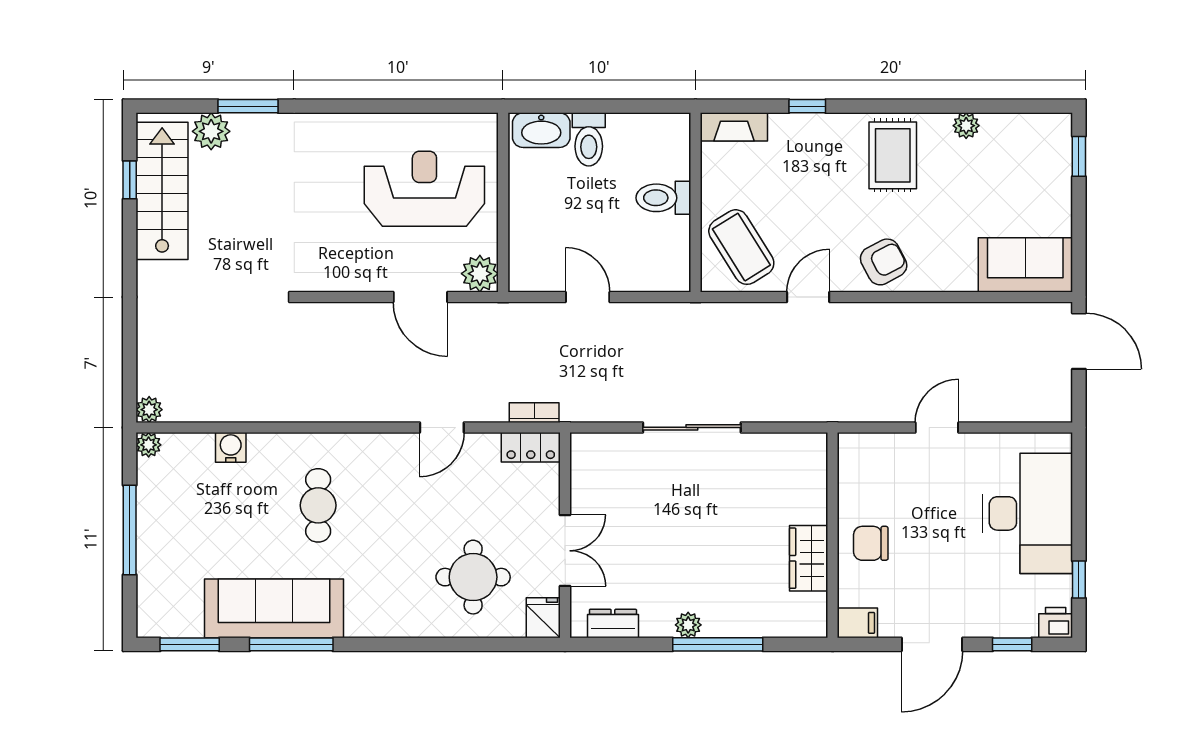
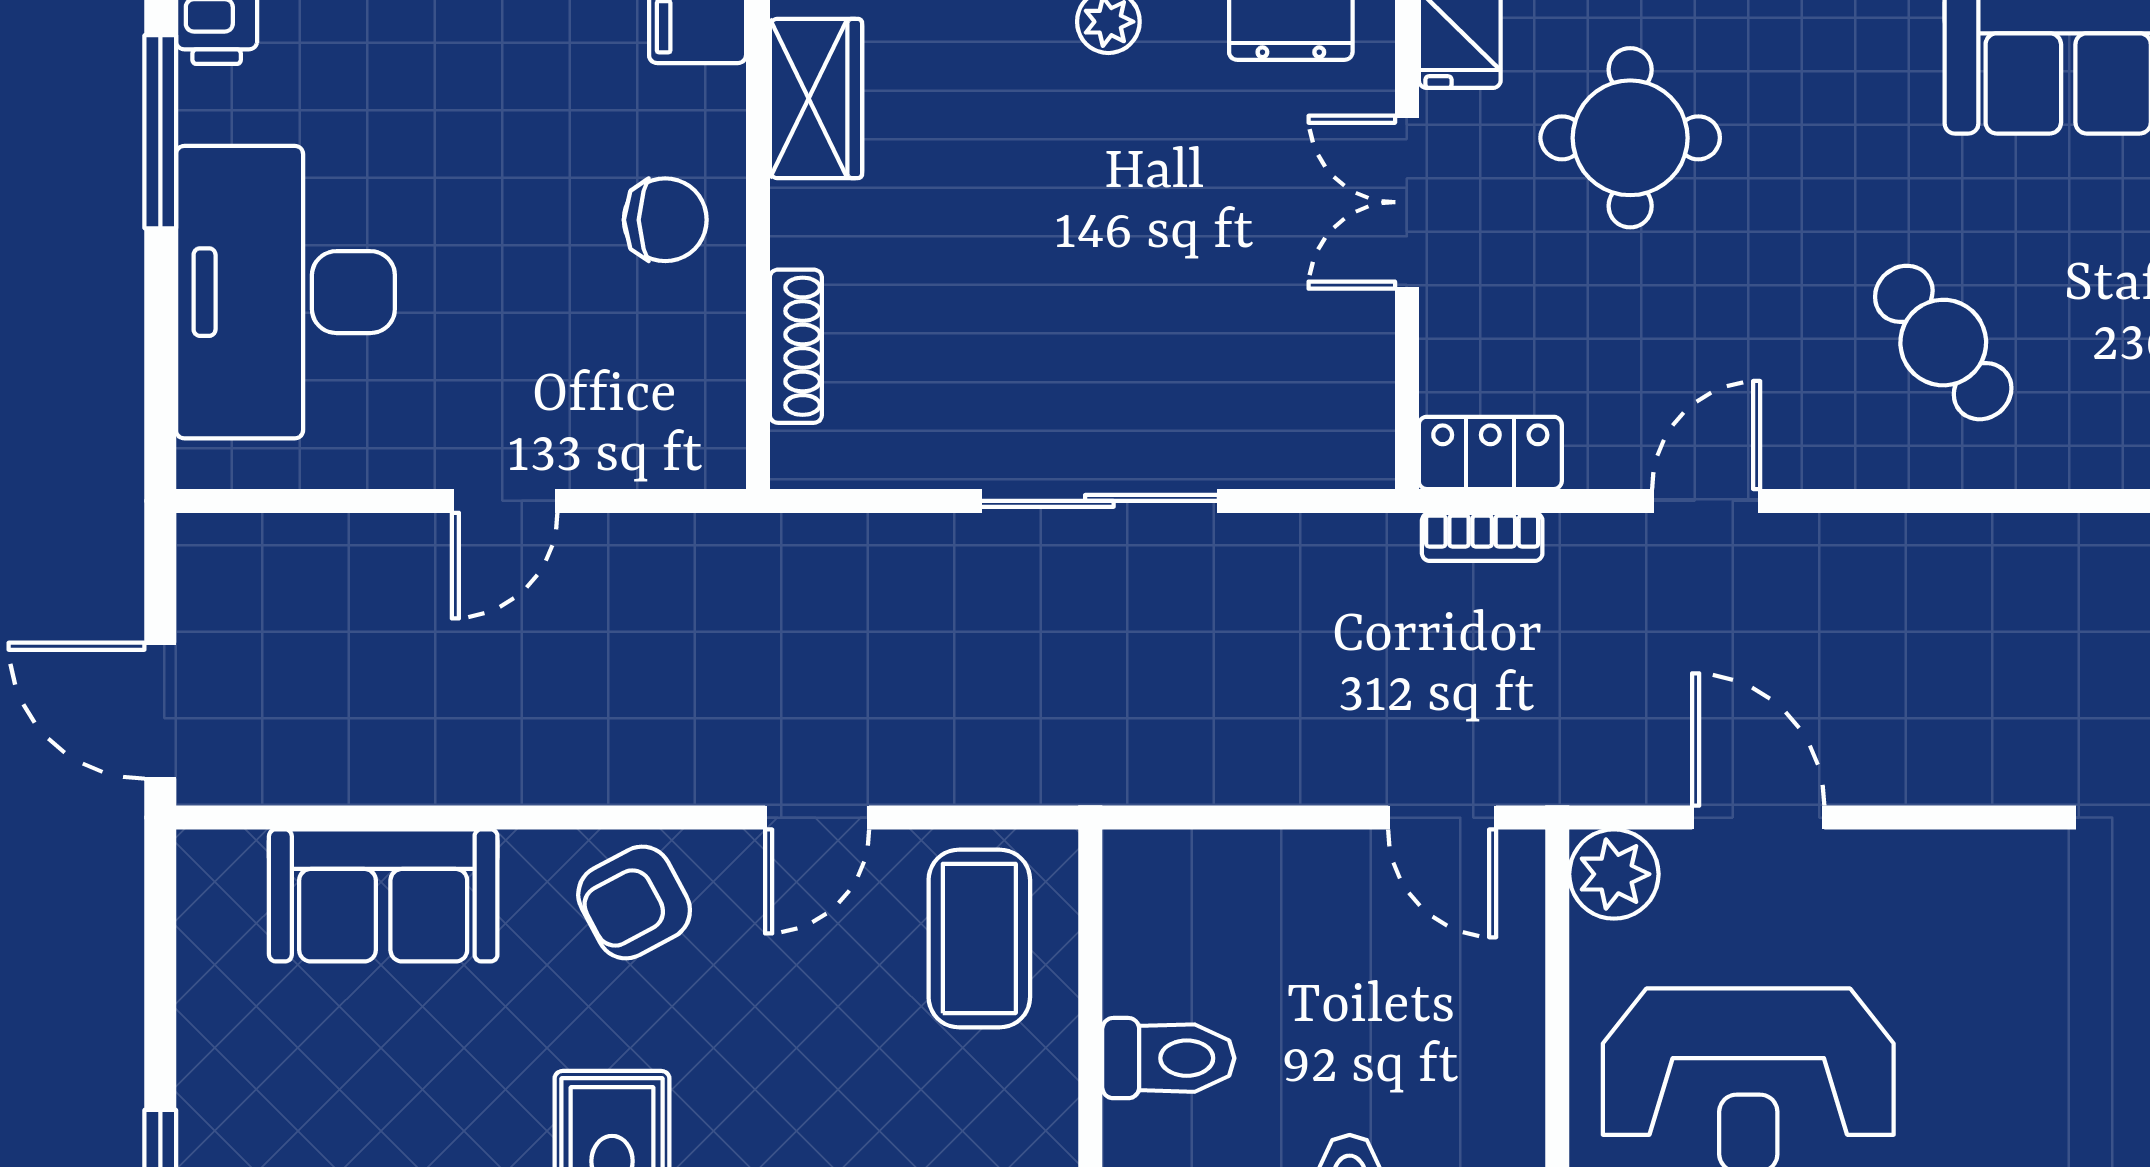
coffee table: (741, 247) -> (979, 938), turned 32
sofa: (1025, 265) -> (383, 895), moved
door: (588, 297) -> (1442, 818), moved
shoe rack: (817, 491) -> (796, 346), added
cafe table: (318, 505) -> (1943, 343), moved, turned -39
wardrobe: (809, 558) -> (816, 98), moved
window: (1079, 580) -> (160, 132), width x2.17

